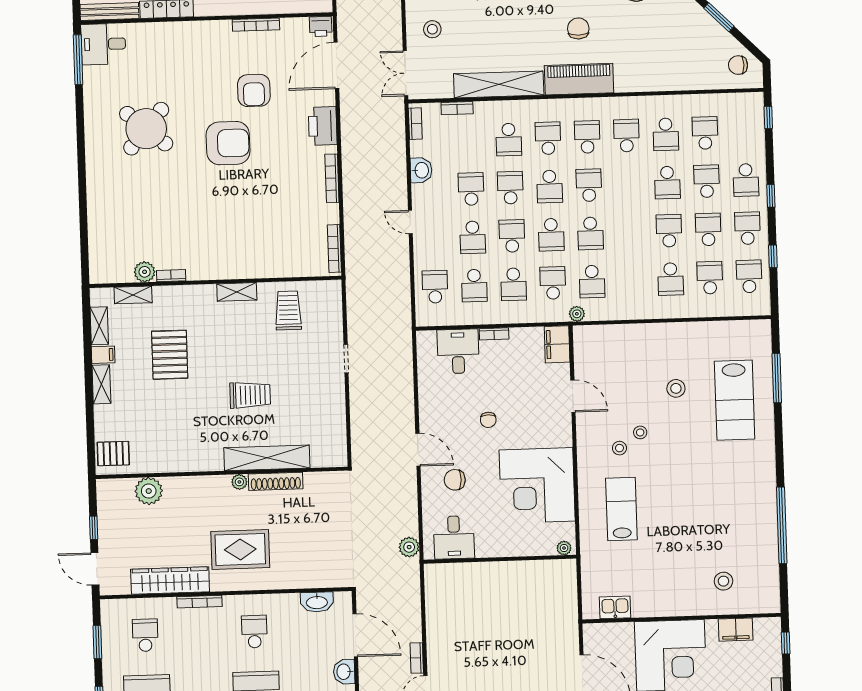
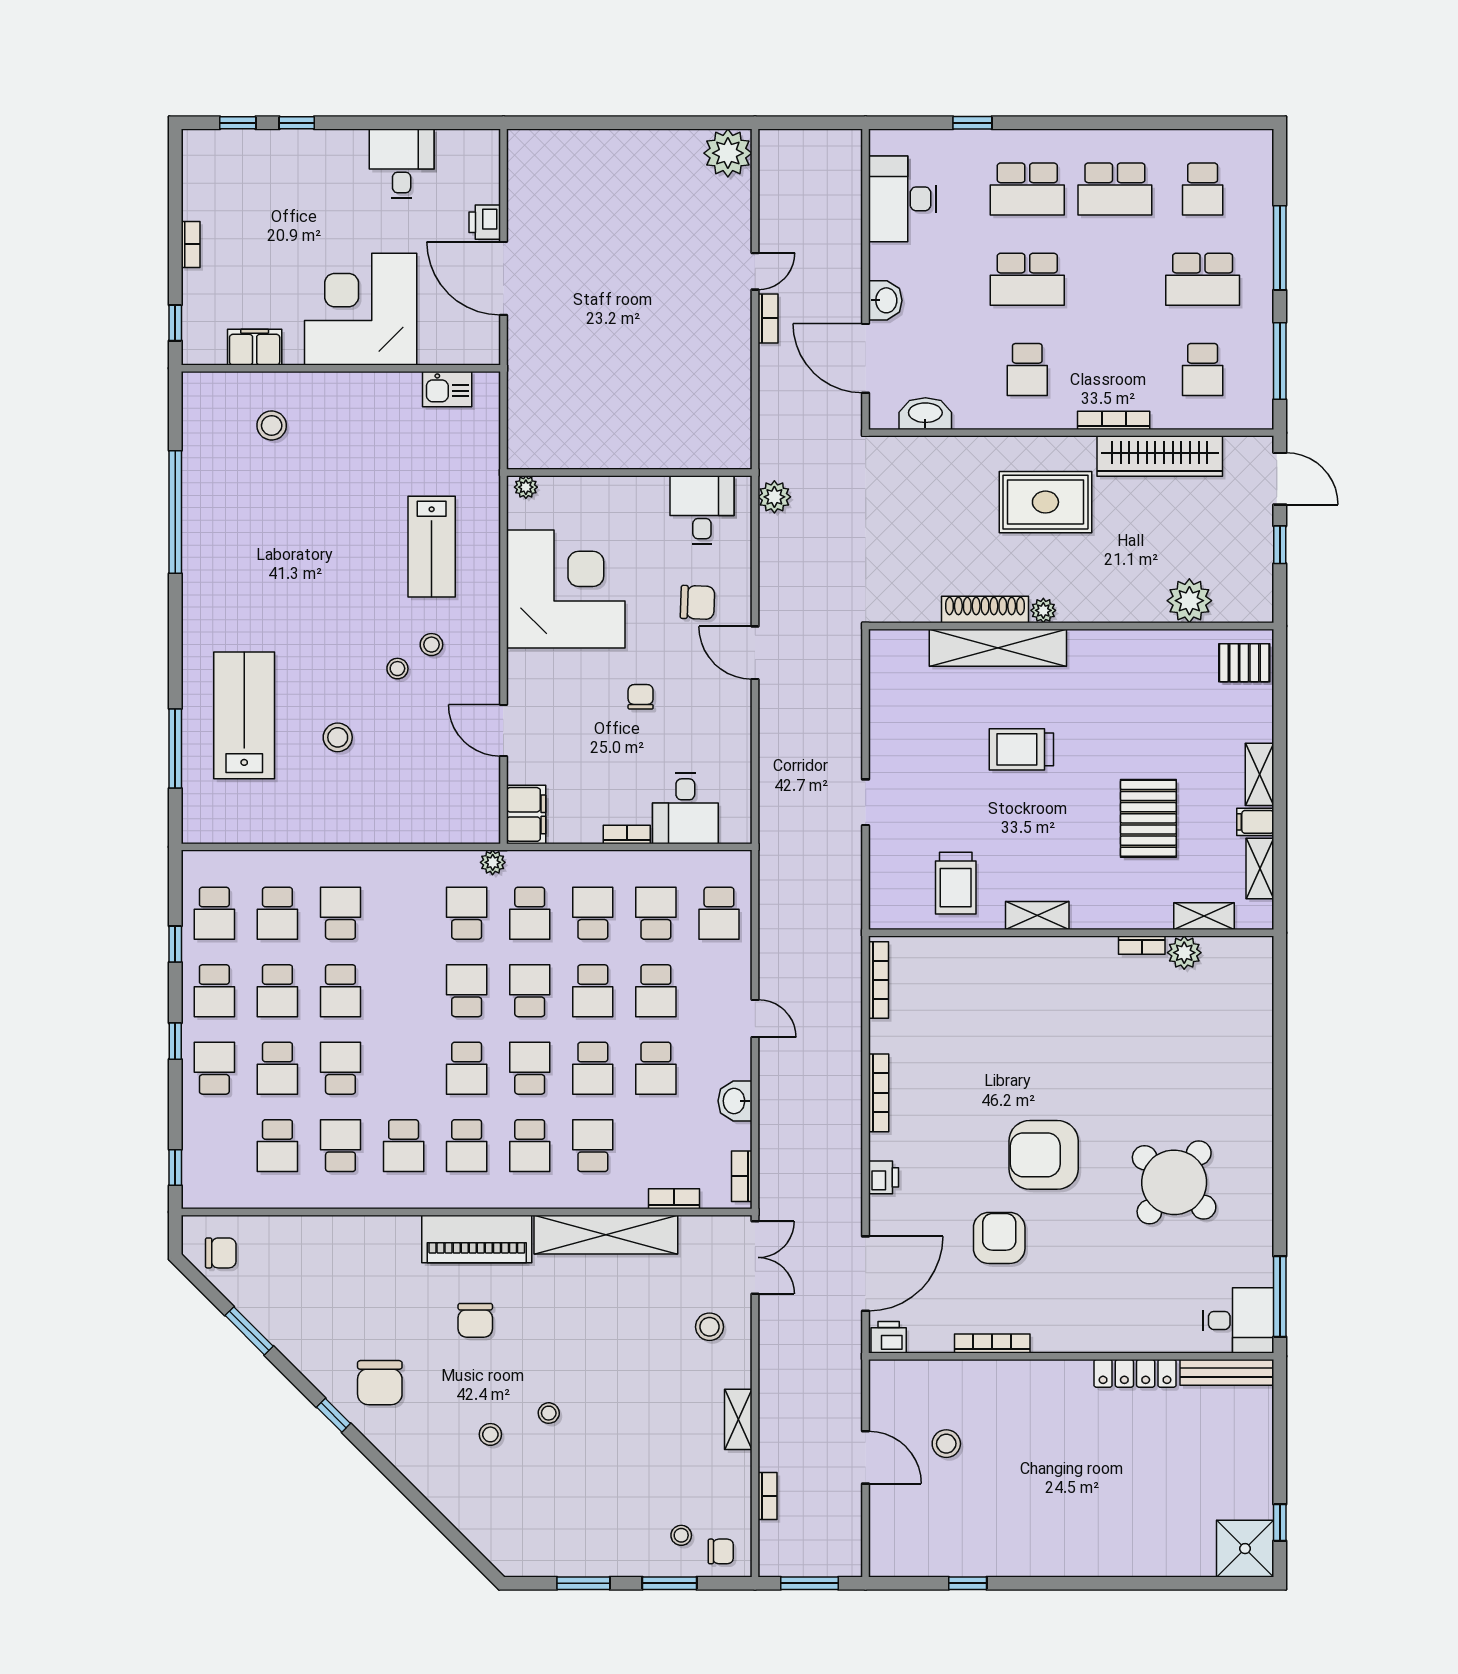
printer: (323, 126) -> (884, 1177), width x0.53, depth x0.68
school desk: (473, 237) -> (656, 991), turned 180
window: (97, 642) -> (1280, 361), width x1.44

